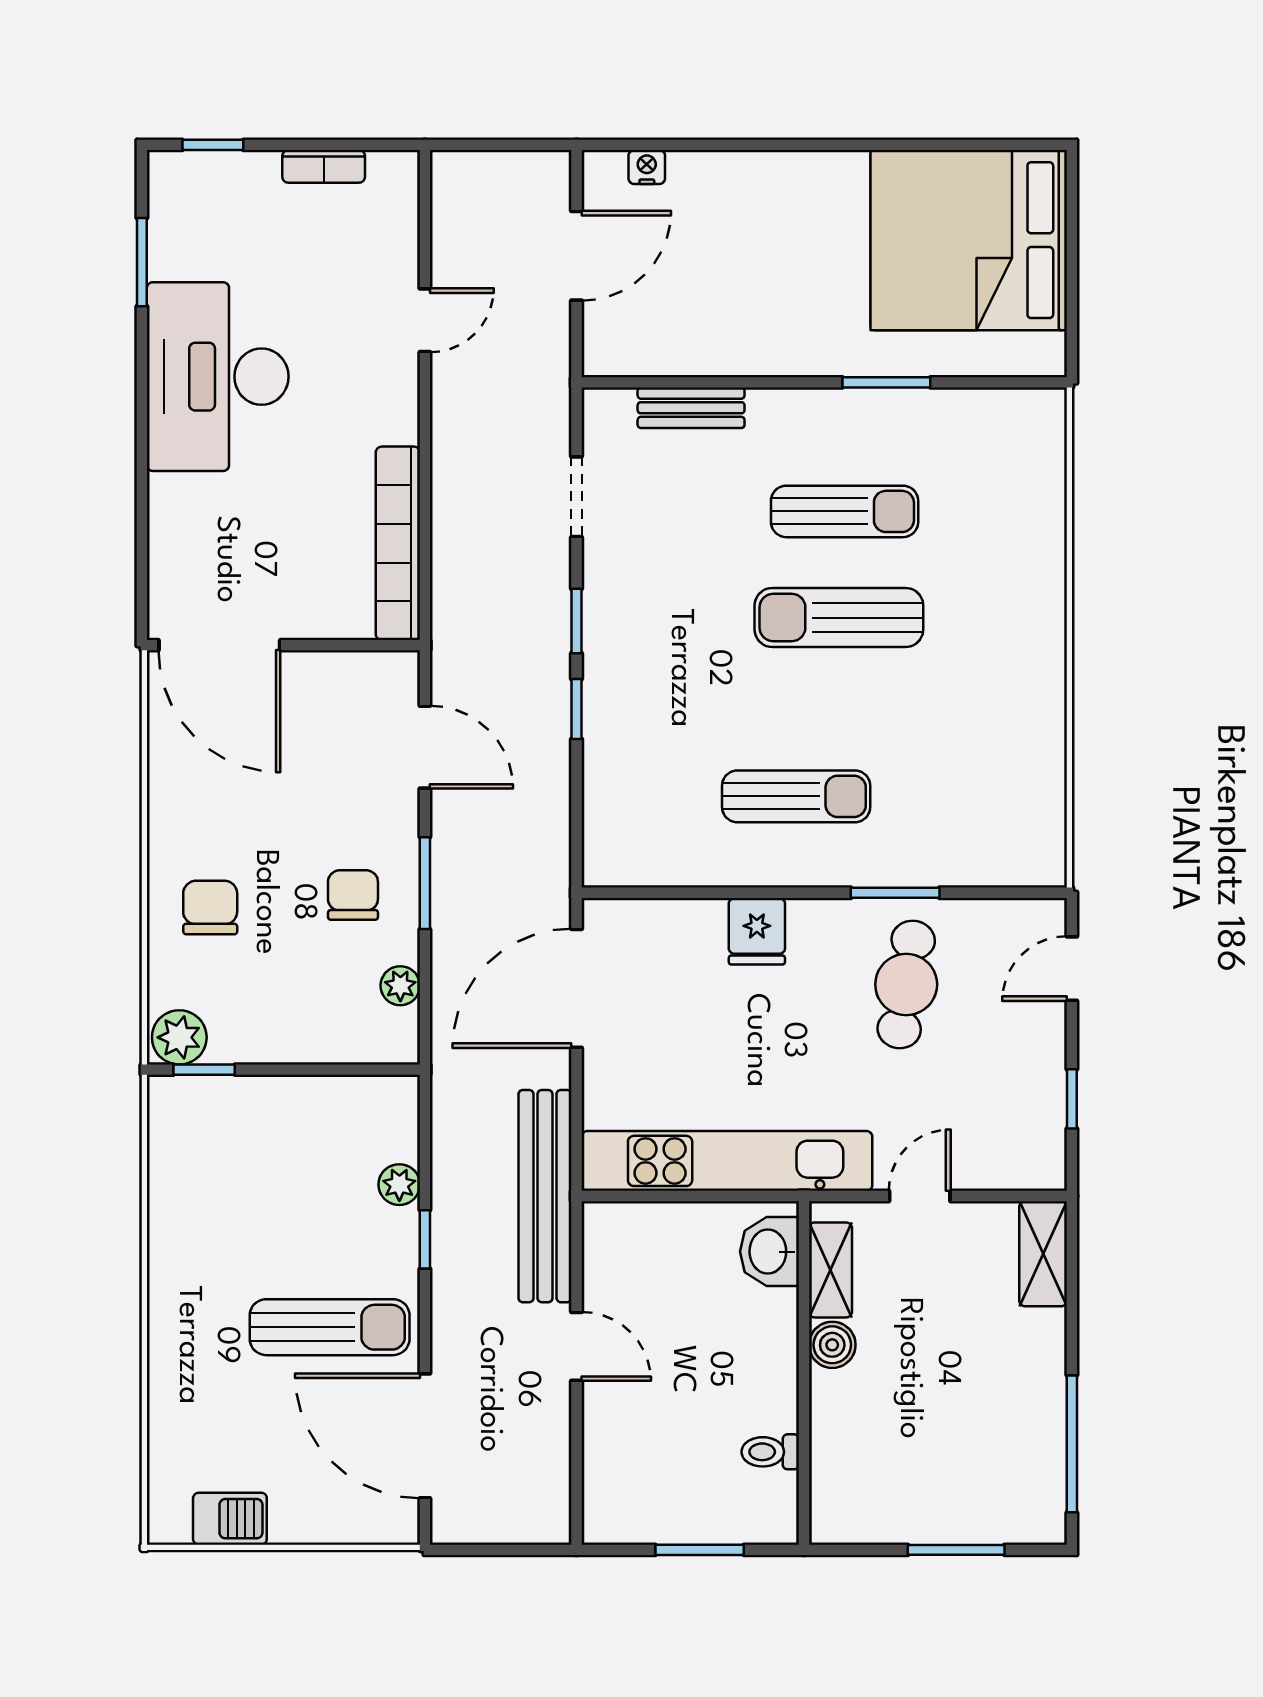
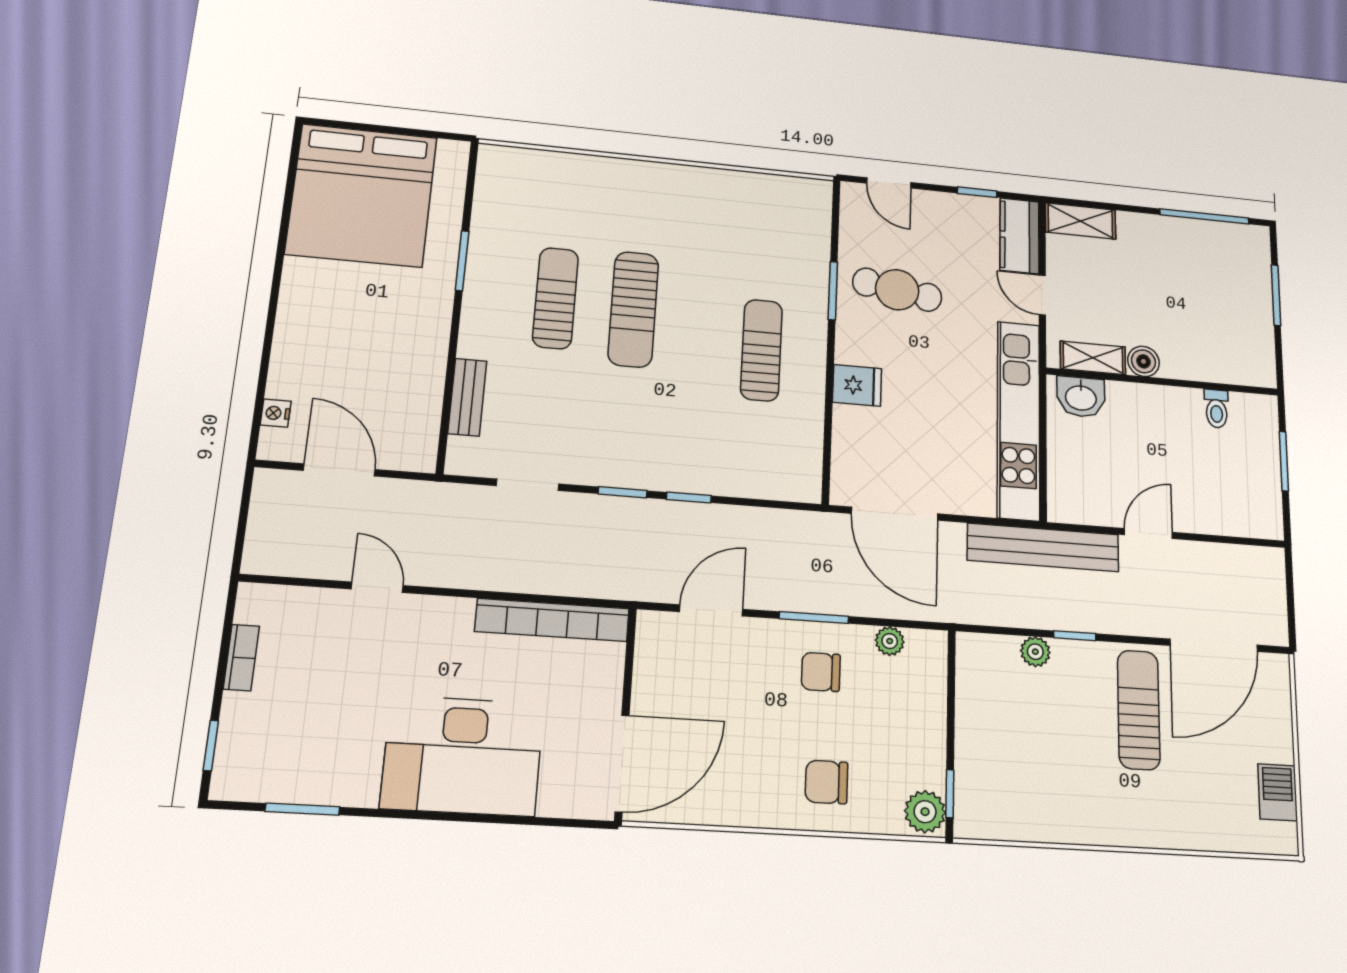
desk: (218, 377) -> (463, 756), moved
kitchen counter: (1009, 1162) -> (1019, 236), added

